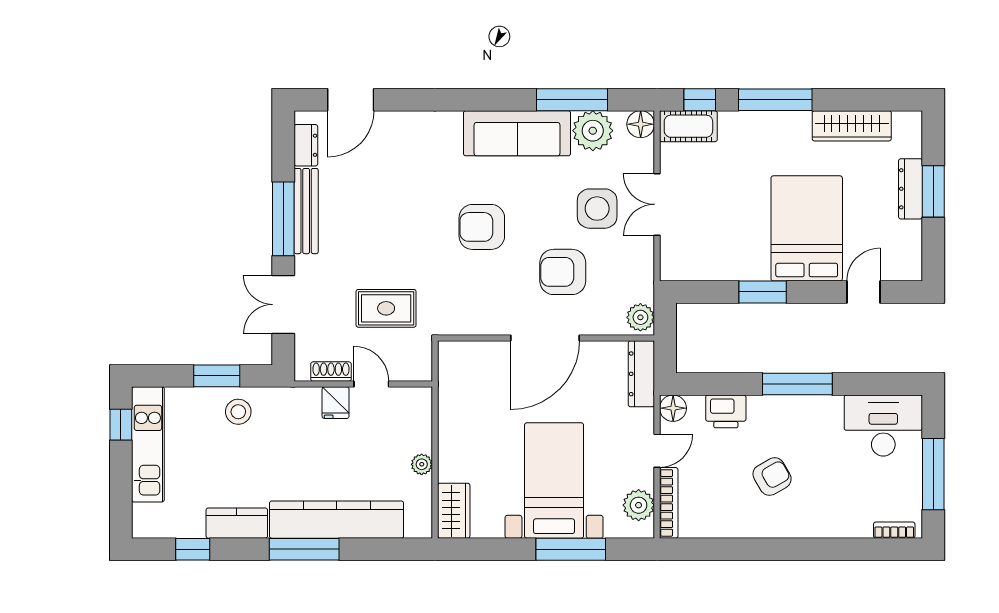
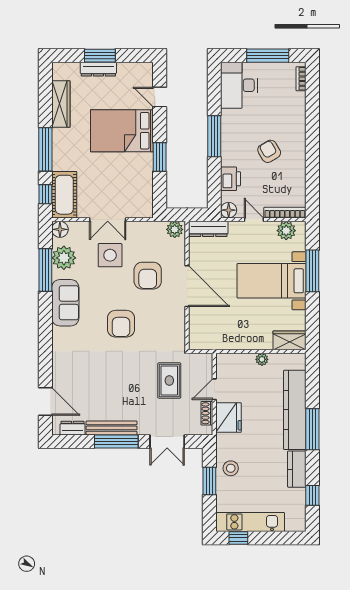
cot: (688, 126) -> (64, 195), width x1.37, depth x1.34
sofa: (517, 133) -> (65, 303), width x0.73
fridge: (336, 403) -> (229, 418), width x1.88, depth x1.34

